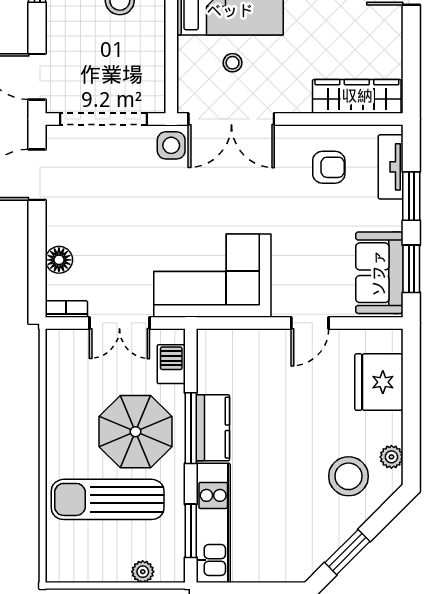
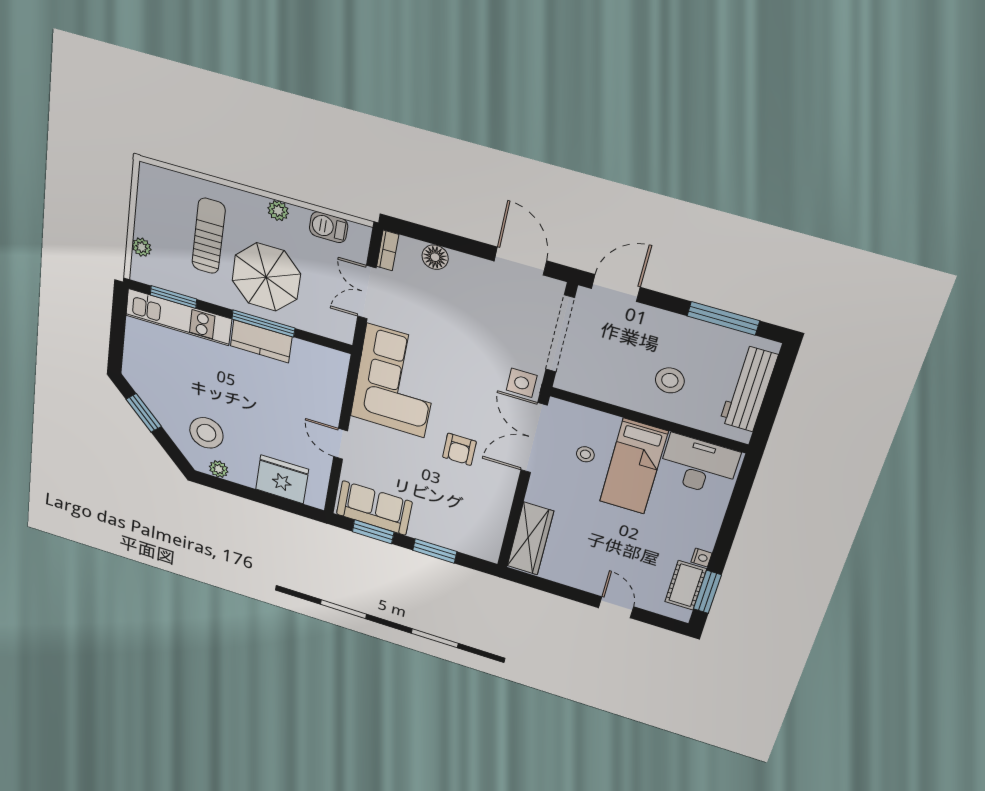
armchair: (329, 167) -> (459, 449), moved
tv unit: (391, 167) -> (463, 544), removed
barbecue: (171, 364) -> (329, 227), moved, turned 180
plant: (57, 429) -> (278, 211), added
sun lounger: (108, 499) -> (208, 236), width x0.73, depth x0.75

